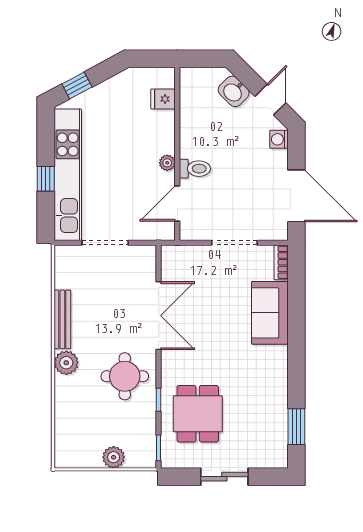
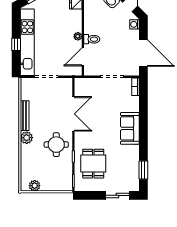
sofa: (270, 313) -> (130, 128), moved
plant: (114, 457) -> (35, 186), moved
sliding door: (224, 477) -> (117, 195), moved

